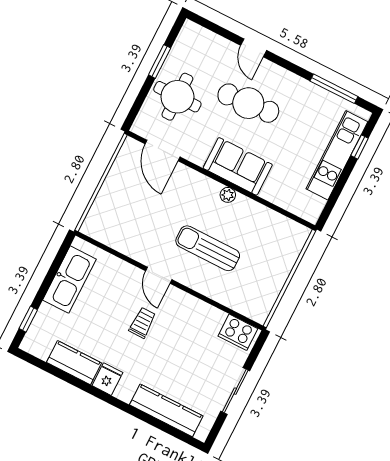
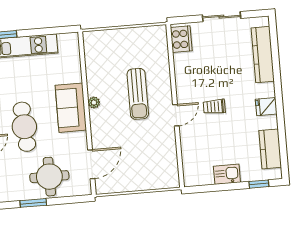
kitchen sink: (69, 280) -> (227, 174), width x0.53, depth x0.81
kitchen counter: (74, 363) -> (270, 149), moved

